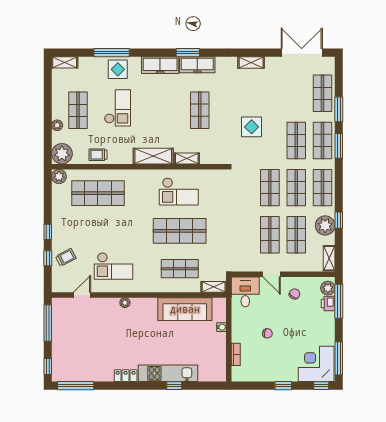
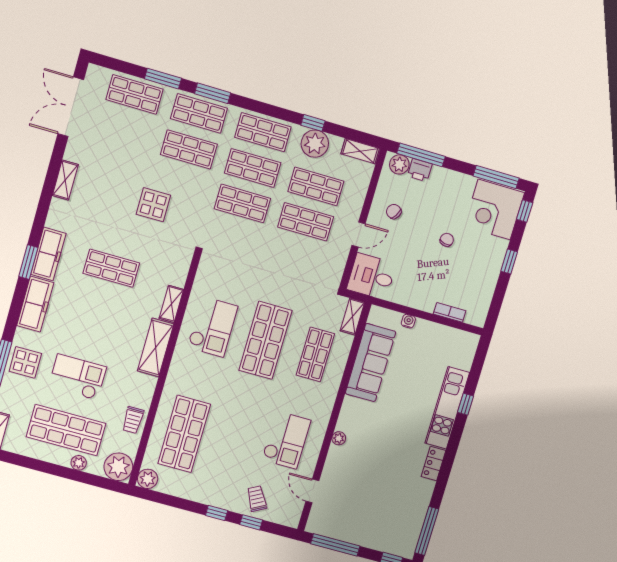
shop shelf: (78, 110) -> (66, 430), width x1.43, depth x1.36
chair: (267, 333) -> (447, 240), moved

